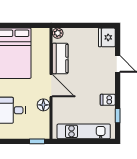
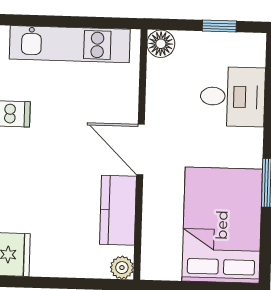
floor lamp: (43, 105) -> (161, 44), moved
window: (37, 141) -> (219, 26), moved

